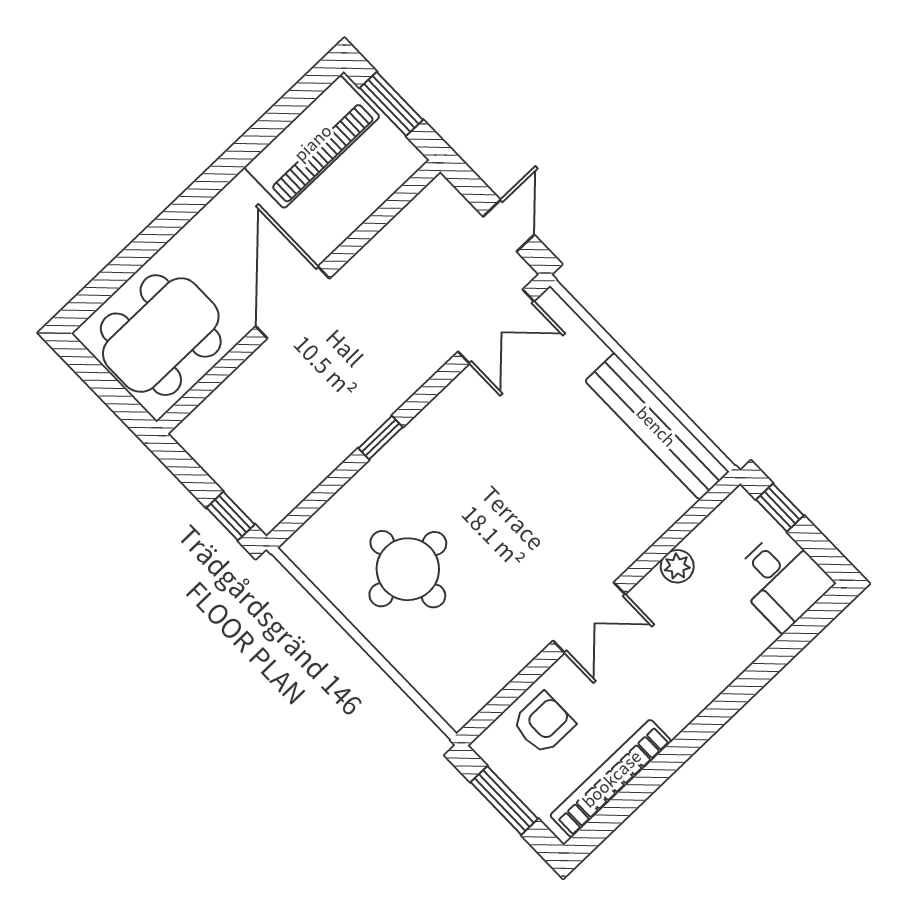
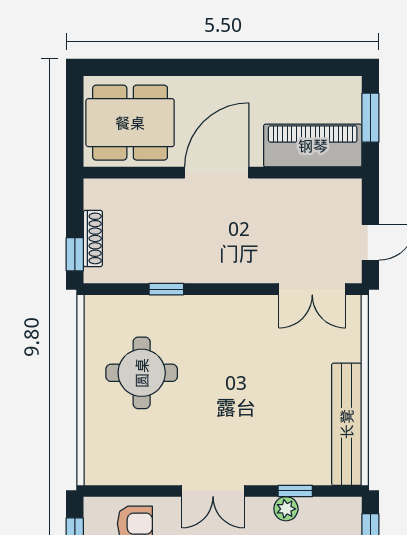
piano: (312, 142) -> (313, 146), moved, turned 180
window: (381, 438) -> (166, 289), moved
shoe rack: (233, 484) -> (93, 238), added
window: (670, 540) -> (295, 491), added

